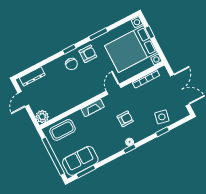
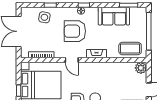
door: (114, 89) -> (72, 60), hinge flipped
armchair: (125, 119) -> (75, 31), width x1.88, depth x1.88
sofa: (80, 161) -> (114, 16), moved

